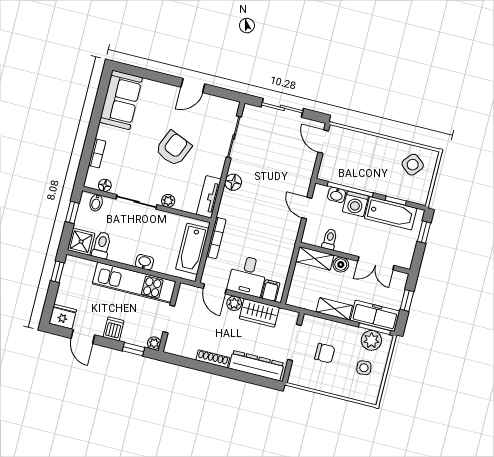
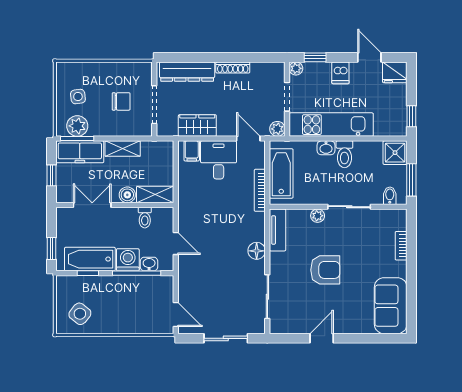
armchair: (173, 148) -> (325, 270), turned -113
floor lamp: (105, 185) -> (385, 215), removed
window: (72, 212) -> (411, 180), width x1.50
toilet: (102, 245) -> (344, 154), moved
plant: (234, 303) -> (277, 129), moved
chair: (325, 353) -> (121, 101), turned 180

